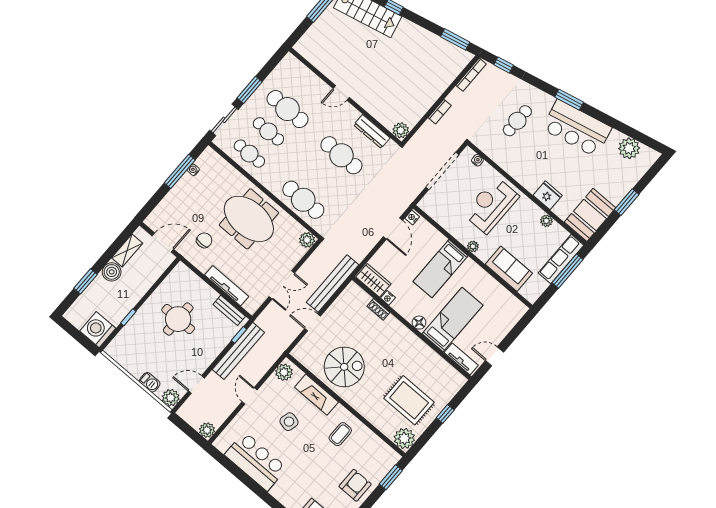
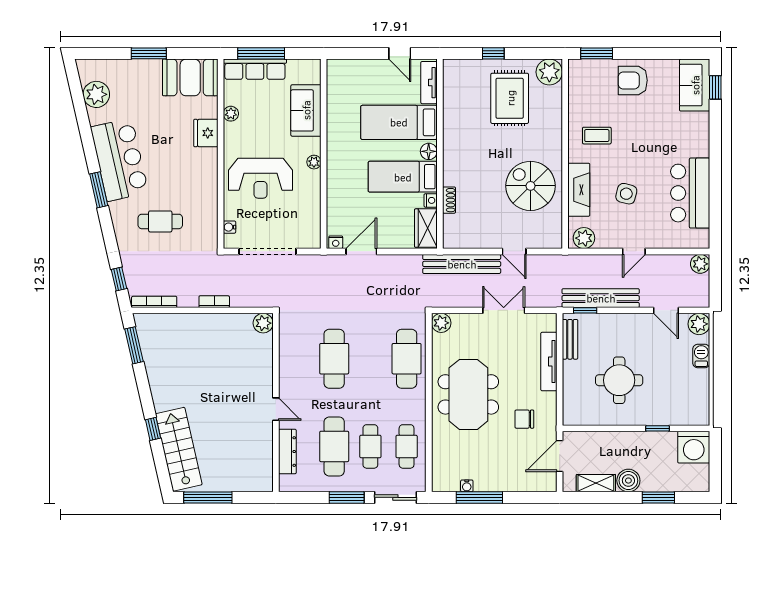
dresser: (372, 131) -> (287, 452), moved
door: (163, 243) -> (560, 456), hinge flipped
bed: (440, 269) -> (403, 177), moved, turned 180

